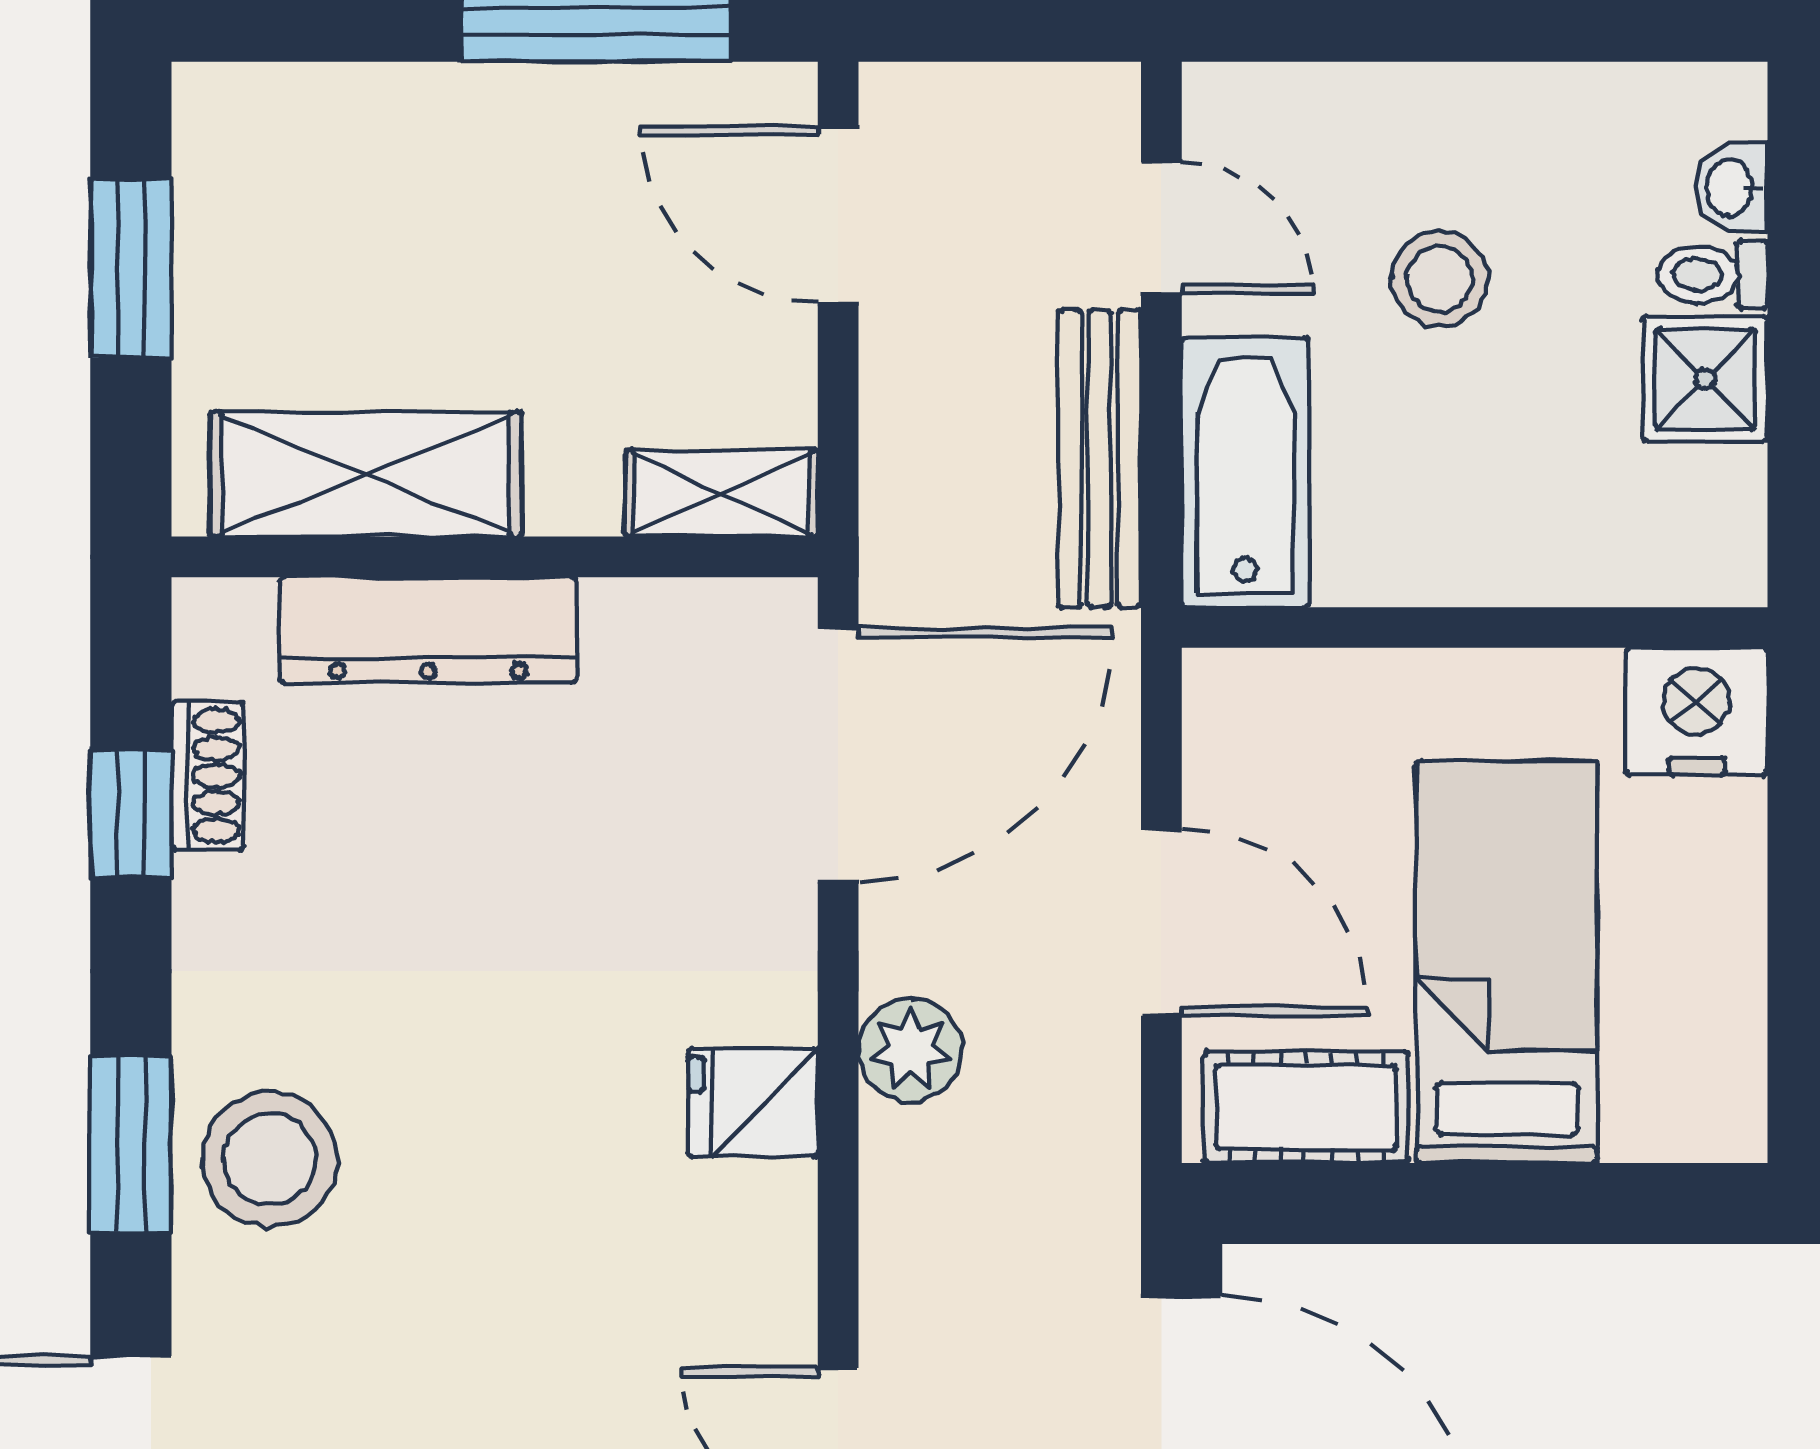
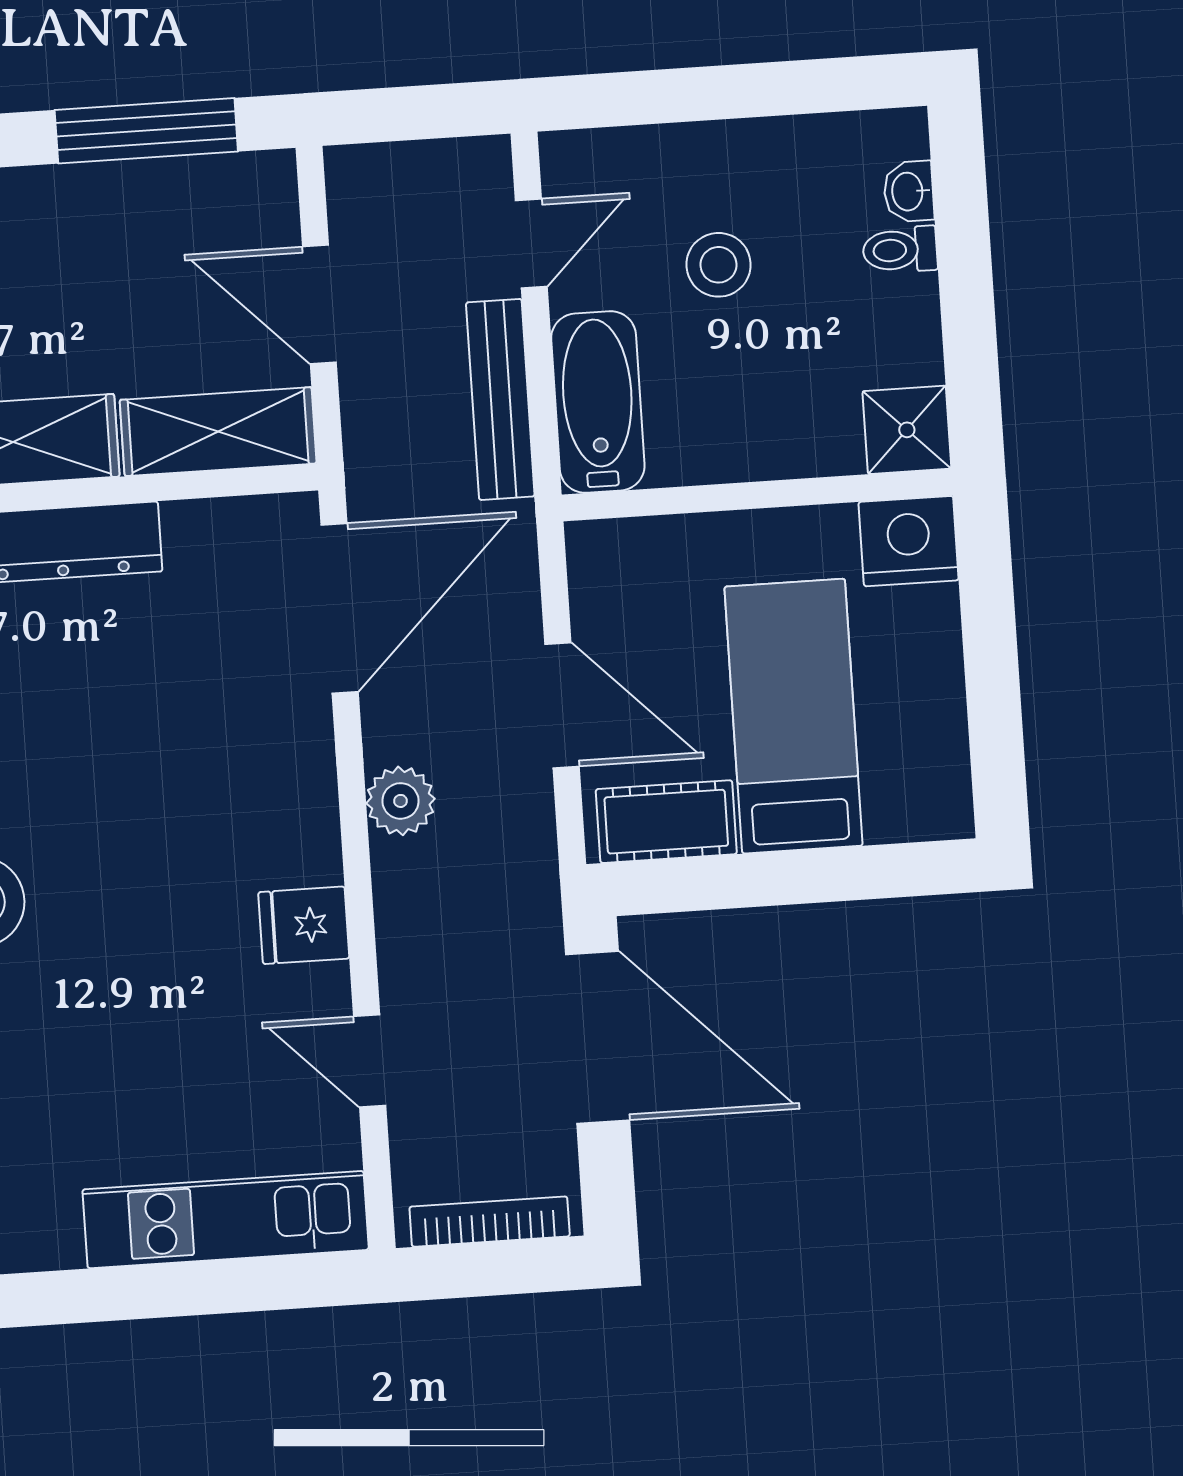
door: (838, 214) -> (319, 305), moved
door: (1161, 228) -> (531, 243), hinge flipped
shower: (1705, 379) -> (907, 430), moved
shelving: (722, 493) -> (218, 432), width x1.50, depth x1.33
fridge: (753, 1103) -> (304, 925), moved

